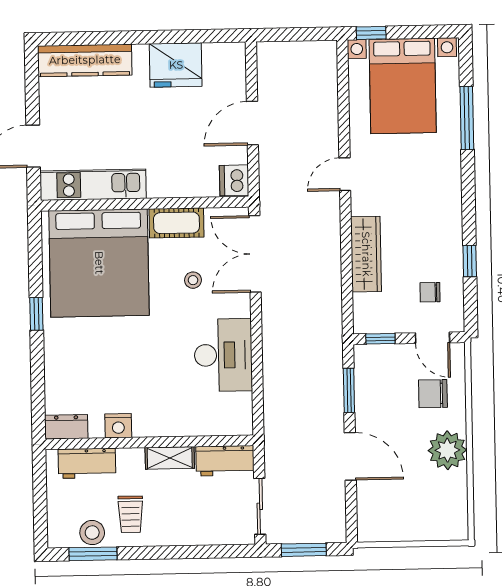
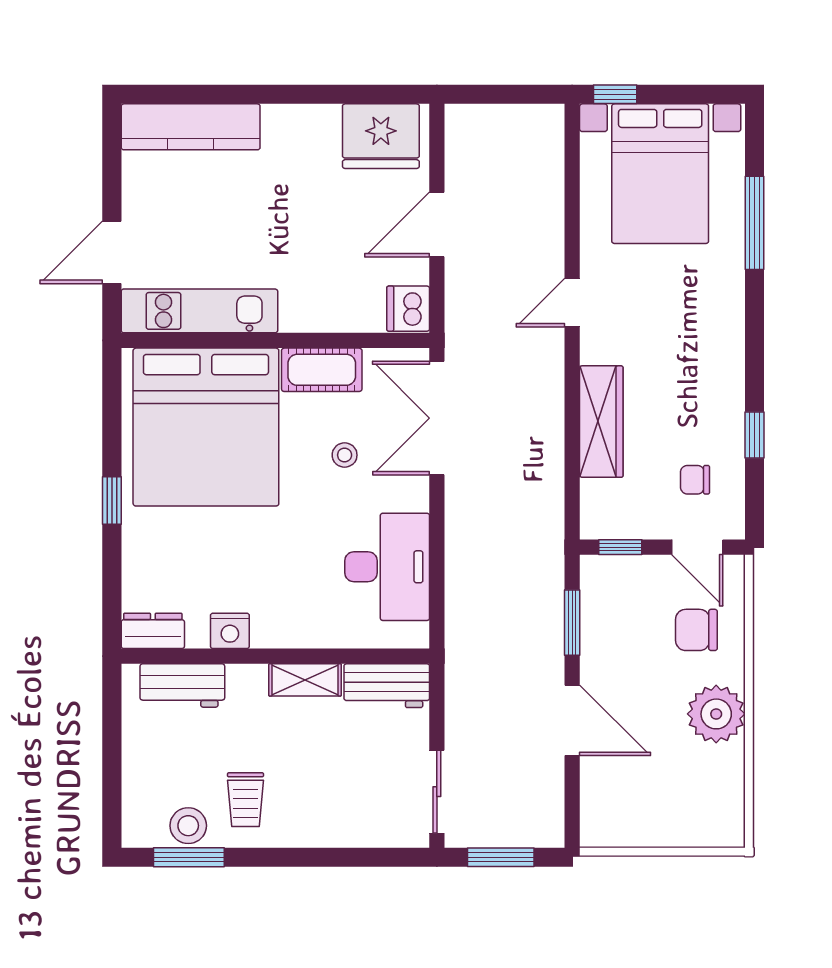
fridge: (176, 65) -> (381, 136), moved
nightstand: (118, 426) -> (230, 631), moved
dresser: (66, 427) -> (153, 631), moved
wall: (149, 442) -> (275, 656), moved
shelving: (170, 458) -> (305, 680), moved
workbench: (225, 461) -> (387, 686), moved
workbench: (87, 463) -> (182, 685), moved

